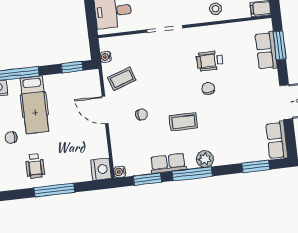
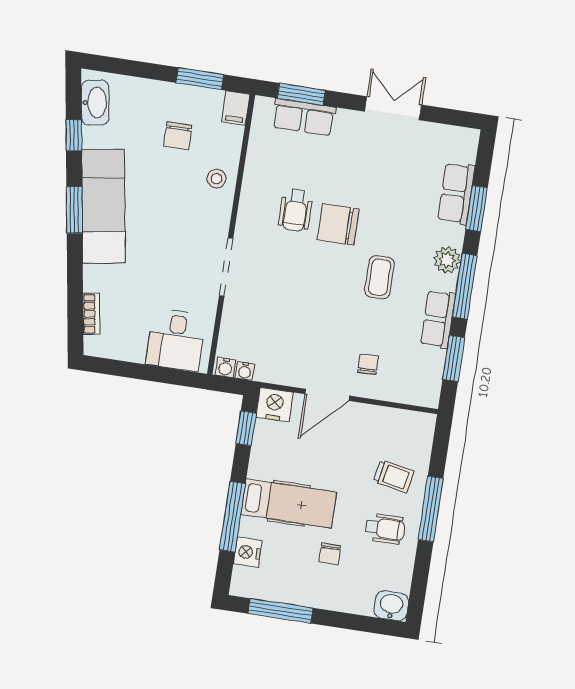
coffee table: (122, 79) -> (286, 355), removed
chair: (208, 88) -> (338, 224), width x1.87, depth x1.87
chair: (142, 115) -> (368, 364), moved
row of seats: (277, 140) -> (456, 193), moved, turned 90
trolley: (68, 163) -> (394, 476), added
window: (256, 166) -> (477, 208), moved
nightstand: (101, 169) -> (275, 405), moved
water cooler: (120, 172) -> (225, 367), moved

